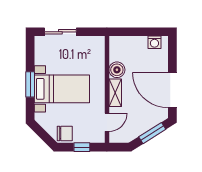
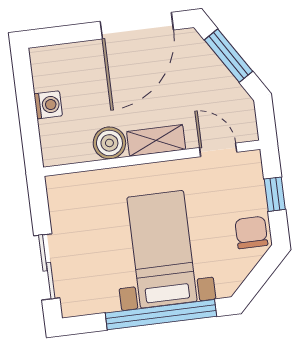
washing machine: (154, 42) -> (48, 105), moved
window: (30, 84) -> (161, 315), width x2.11

